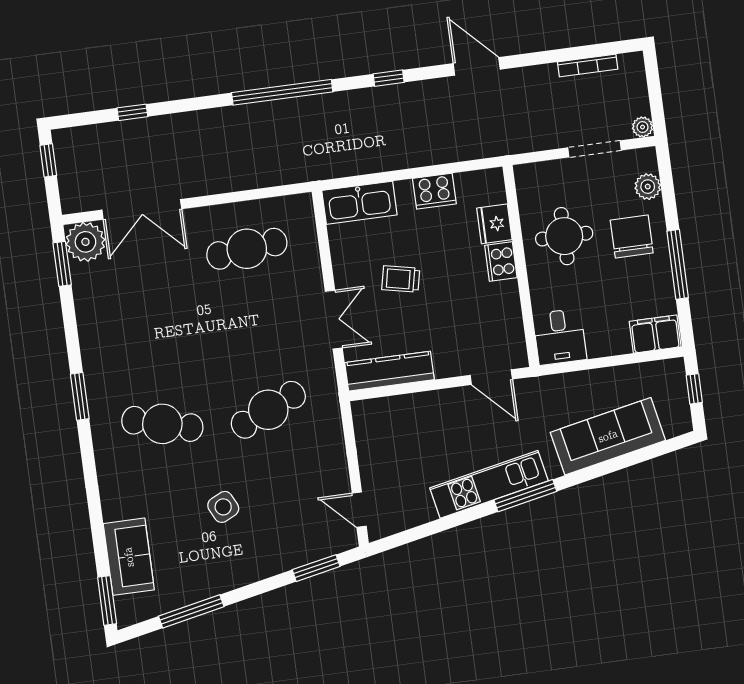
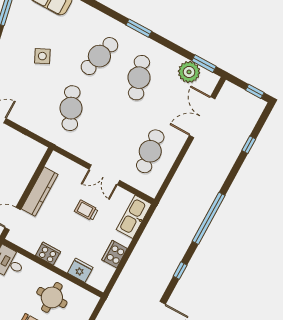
plant: (85, 242) -> (189, 72), moved
cooker: (501, 262) -> (48, 254), moved
trolley: (401, 279) -> (86, 210), turned -102
double door: (334, 320) -> (104, 175), moved
cafe table: (152, 343) -> (139, 78), added
kitchen counter: (389, 371) -> (40, 192), moved

